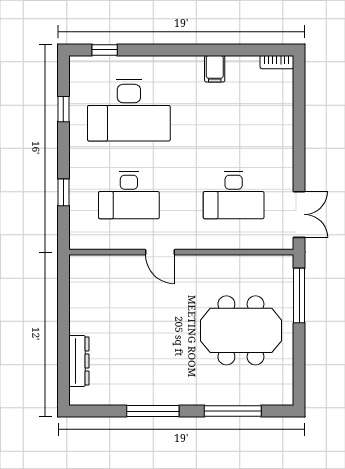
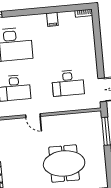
meeting table: (241, 330) -> (64, 163), moved

